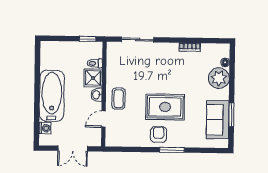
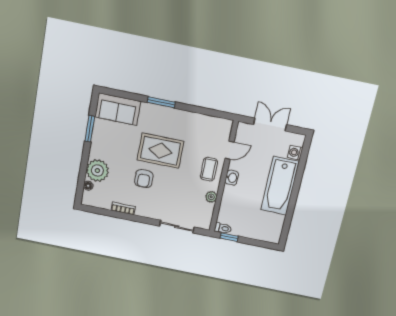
toilet: (95, 63) -> (223, 228), moved
plant: (111, 74) -> (211, 197), added
shower: (93, 78) -> (232, 196), removed
sofa: (218, 120) -> (118, 109), moved, turned 90
armchair: (159, 135) -> (144, 179), moved

